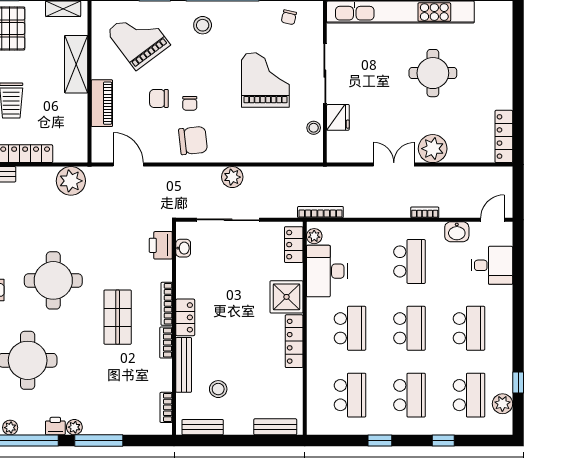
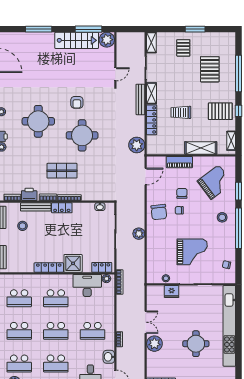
printer: (161, 245) -> (29, 194), moved

